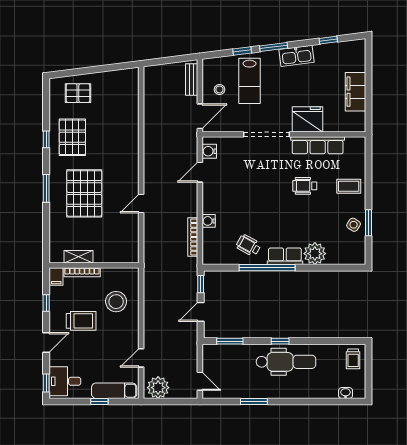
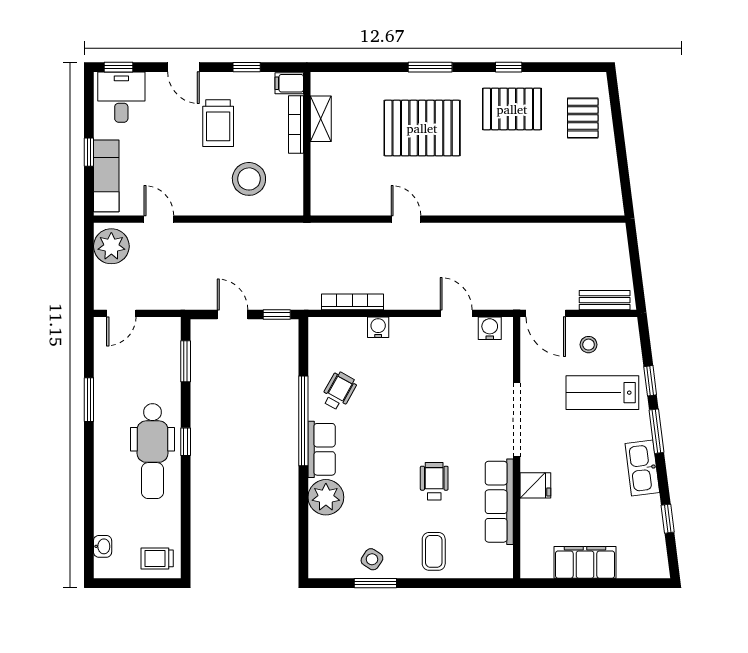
fridge: (307, 119) -> (535, 485), width x0.53, depth x0.75

